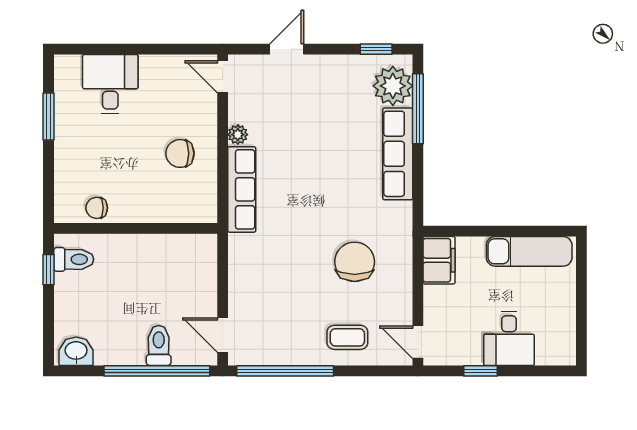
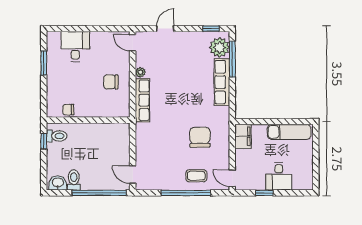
toilet: (159, 345) -> (74, 180), moved
window: (285, 371) -> (186, 193), moved

